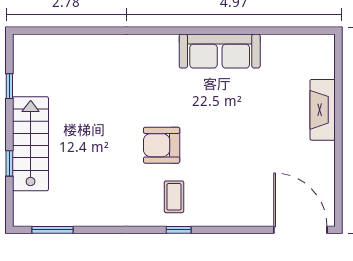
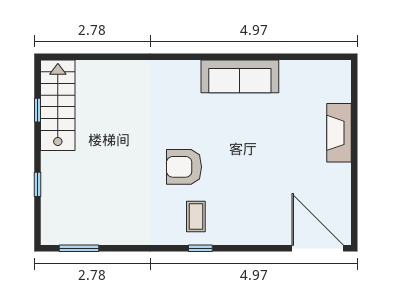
stairs: (31, 144) -> (58, 105), moved

